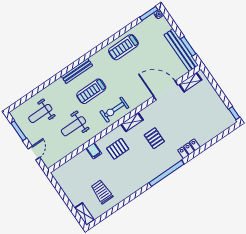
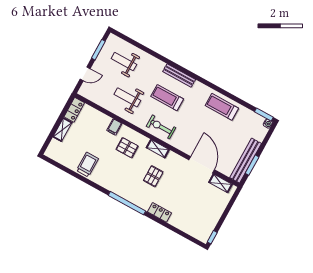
locker: (61, 179) -> (74, 110), added
trolley: (102, 192) -> (87, 165), moved
shelving: (84, 214) -> (62, 130), moved

